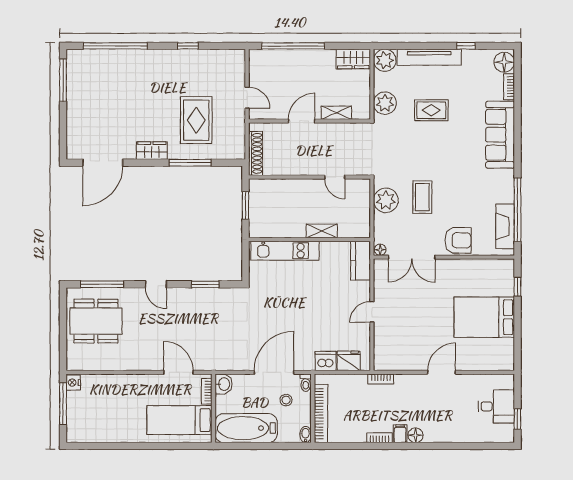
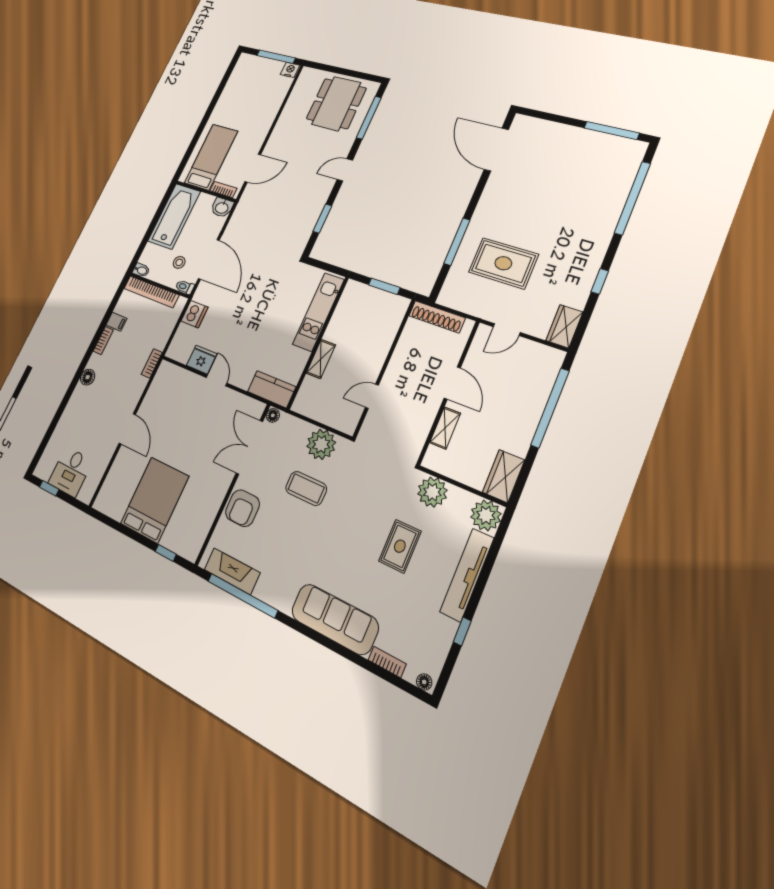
floor lamp: (504, 62) -> (424, 682), width x0.53, depth x0.53
wardrobe: (152, 151) -> (564, 326), moved, turned 180
fridge: (349, 361) -> (202, 360), moved, turned -90
filing cabinet: (400, 434) -> (116, 322), moved

